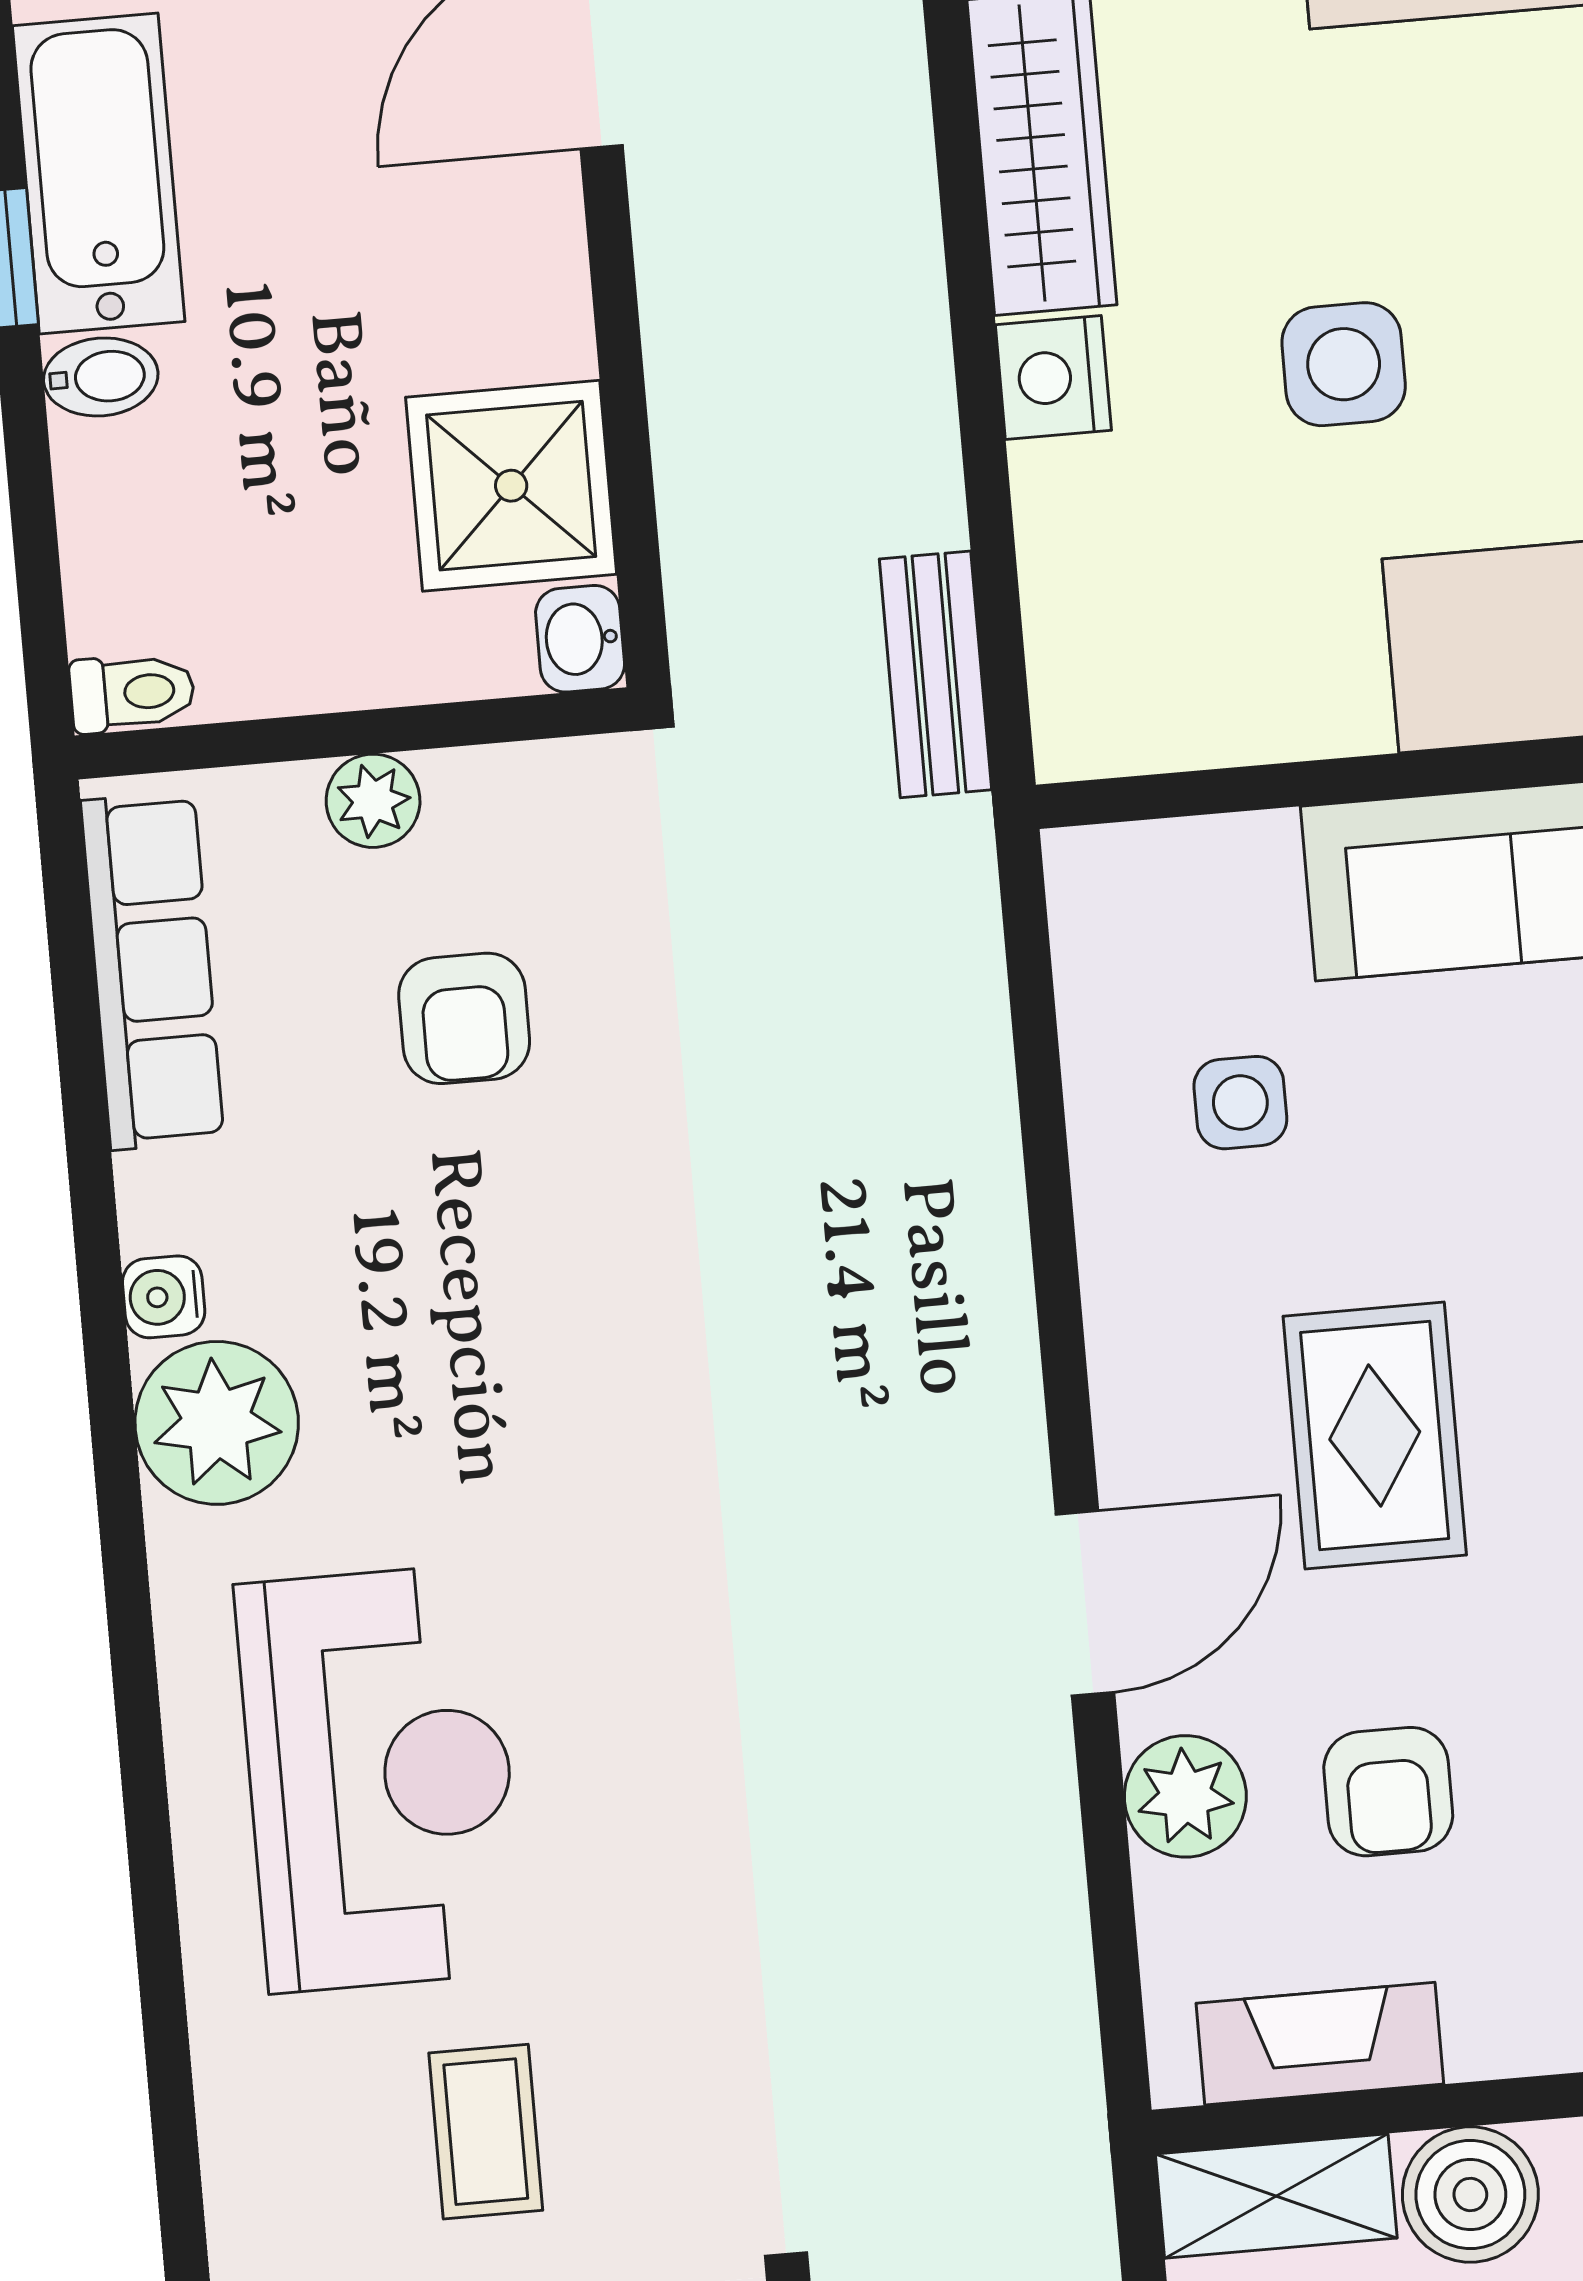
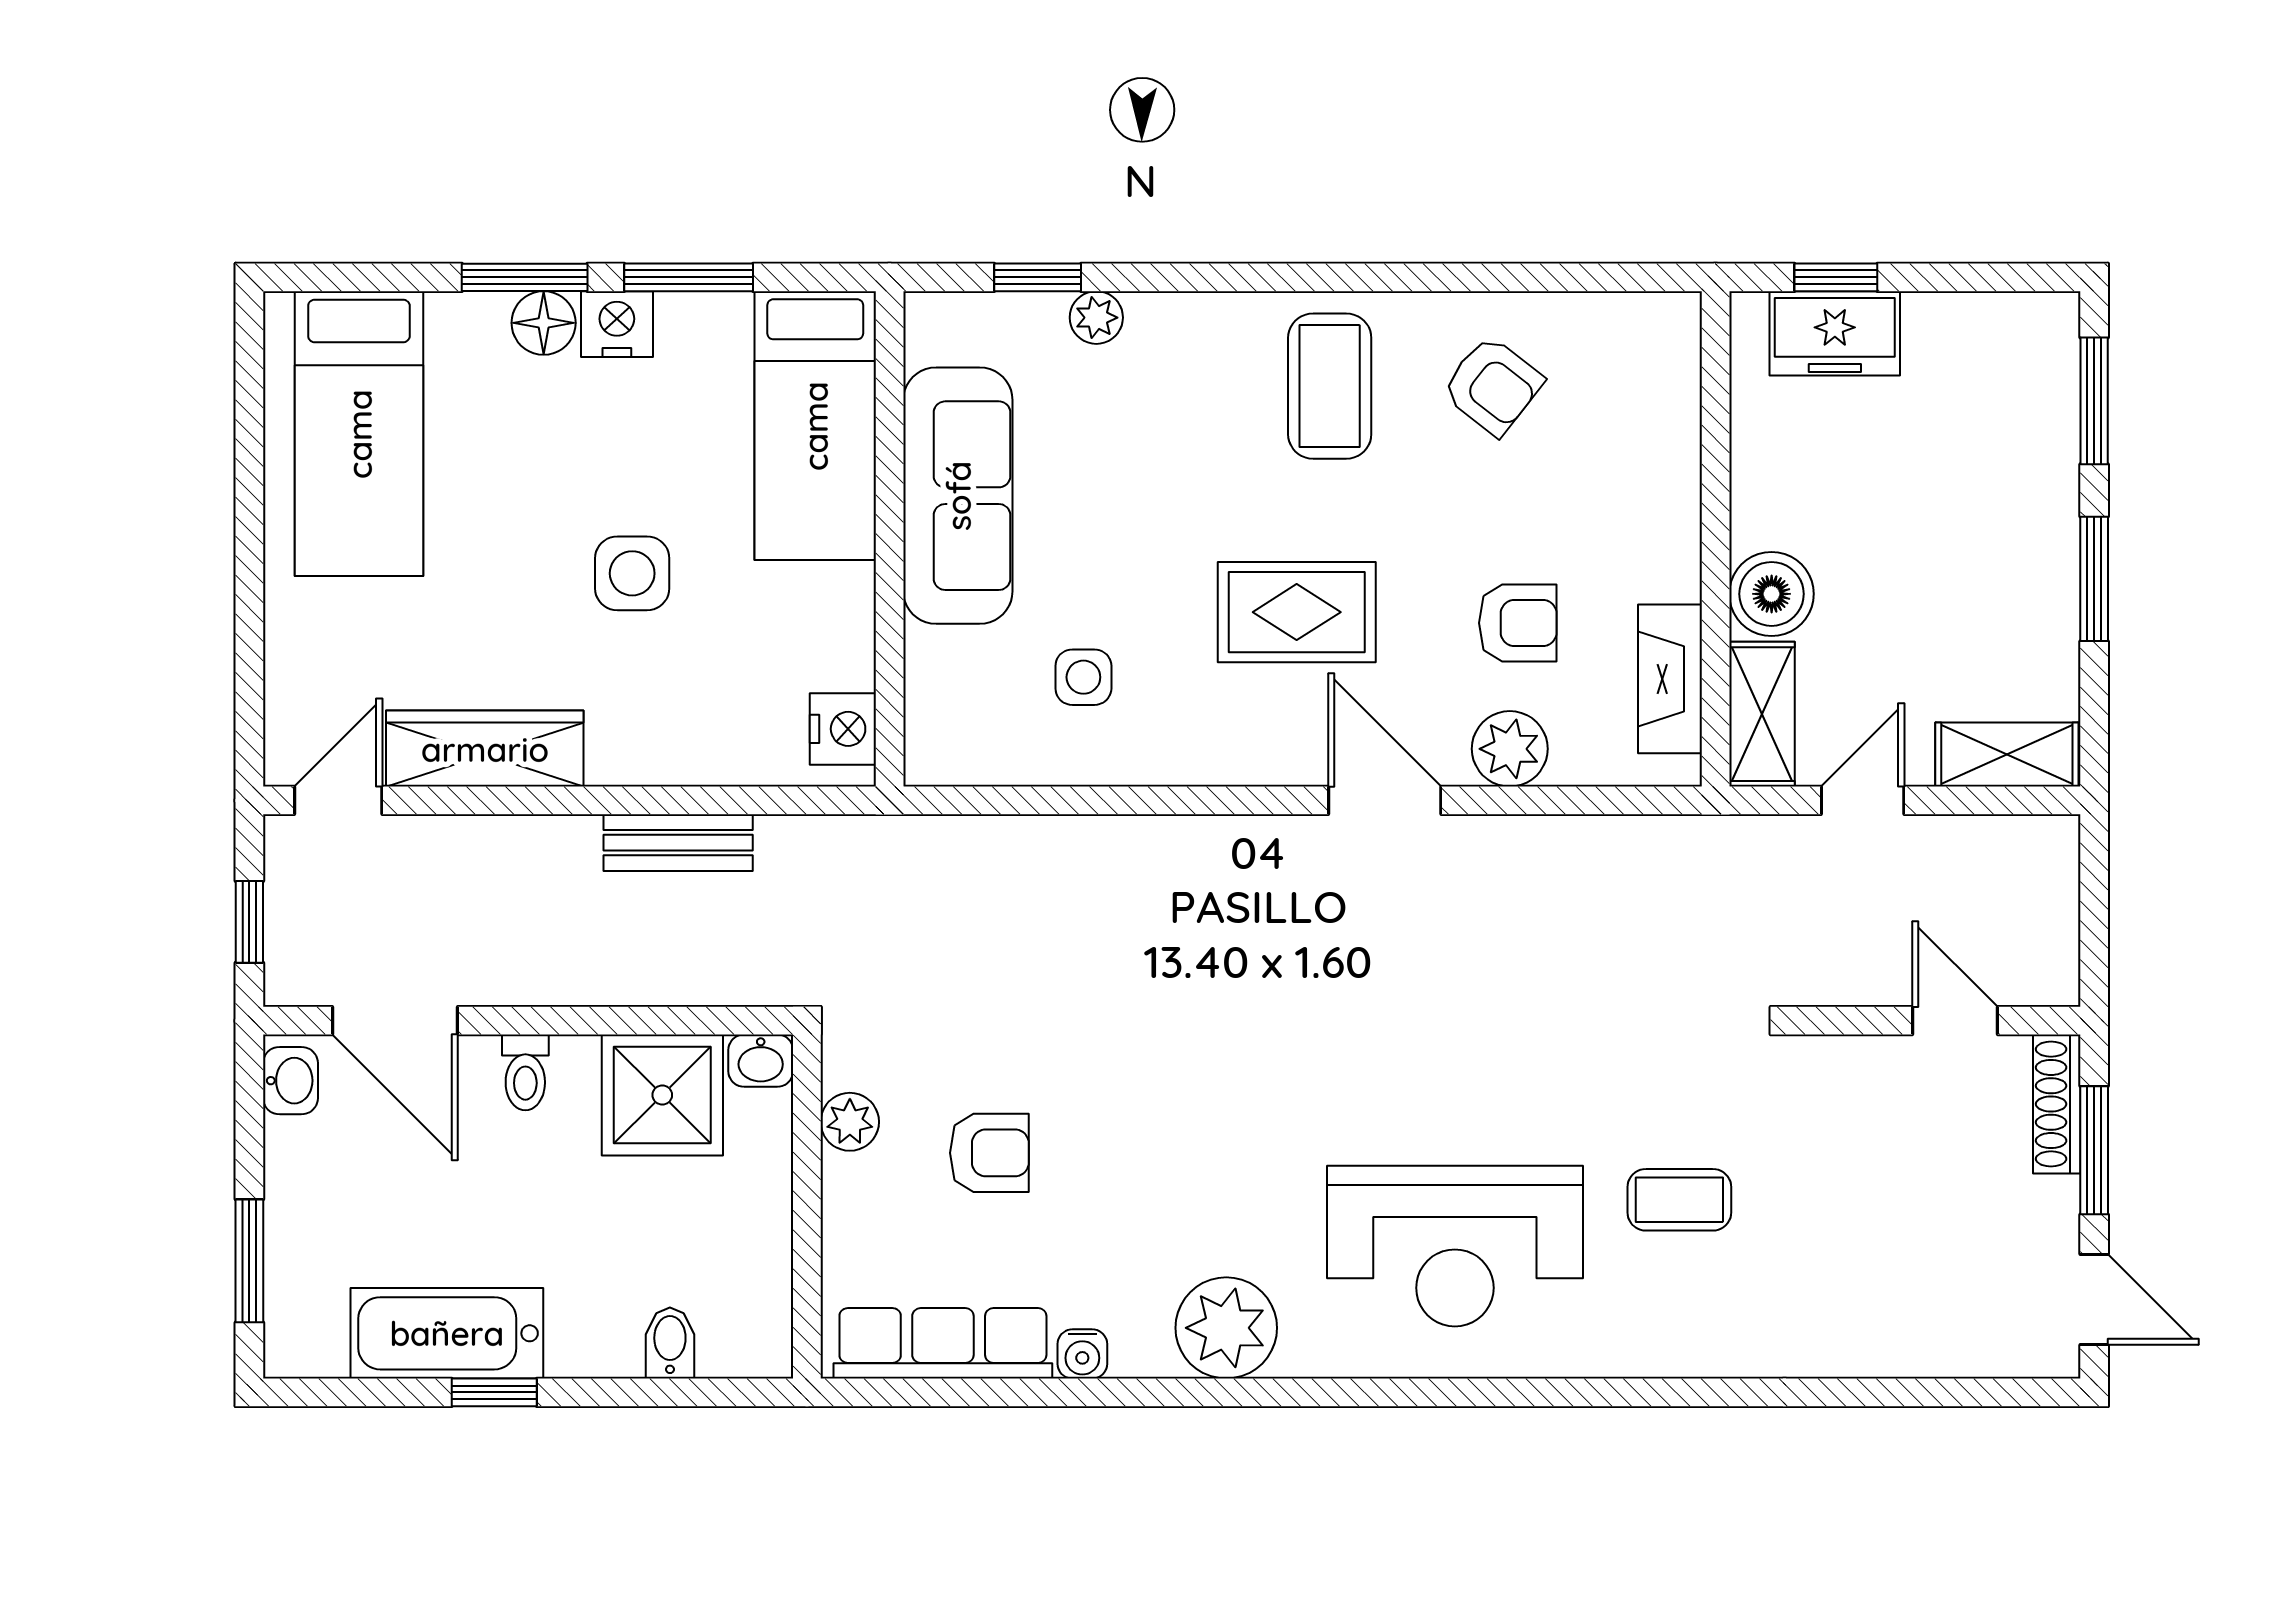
bidet: (101, 377) -> (670, 1343), moved
nightstand: (1053, 377) -> (843, 729), moved, turned -90
bench: (935, 674) -> (678, 843), moved
toilet: (132, 693) -> (525, 1072), moved, turned 180
plant: (373, 801) -> (850, 1122), moved
water cooler: (164, 1297) -> (1082, 1354), moved
reception desk: (380, 1778) -> (1455, 1246), turned 180

